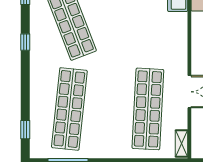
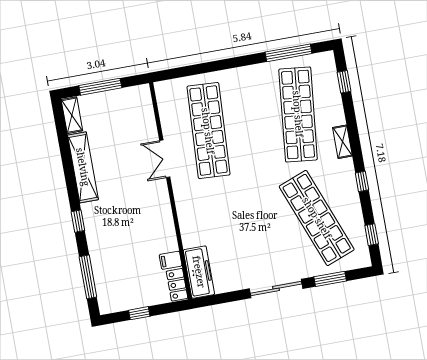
shelving: (181, 143) -> (342, 142), moved

